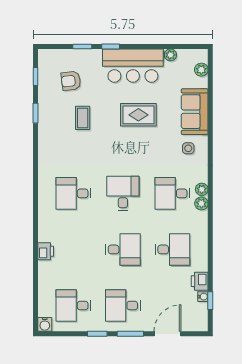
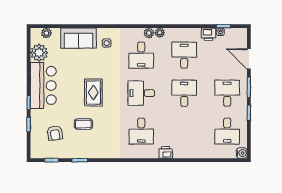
plant: (170, 55) -> (39, 53), width x1.88, depth x1.88
rug: (138, 115) -> (93, 93), moved
plant: (202, 189) -> (160, 33), moved
printer: (46, 251) -> (166, 152), moved
desk: (123, 306) -> (227, 93), turned 180

